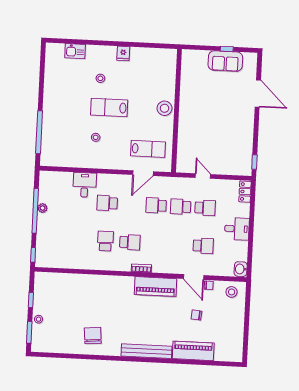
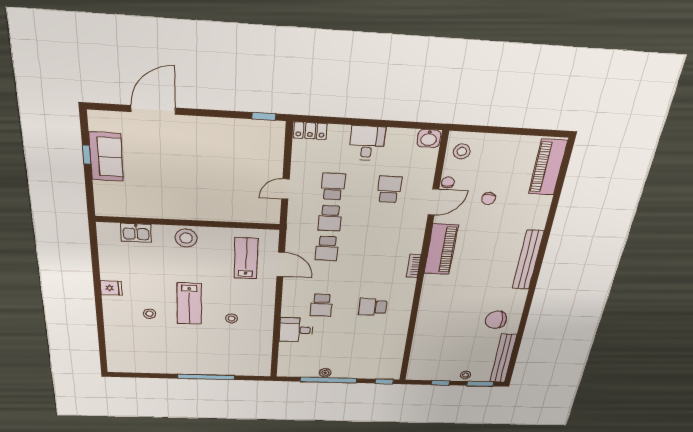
kitchen sink: (75, 51) -> (136, 233), moved, turned 90
window: (39, 132) -> (206, 377), moved
school desk: (130, 242) -> (377, 279), removed
bench: (55, 347) -> (503, 358), added
piano: (193, 351) -> (548, 167), moved

